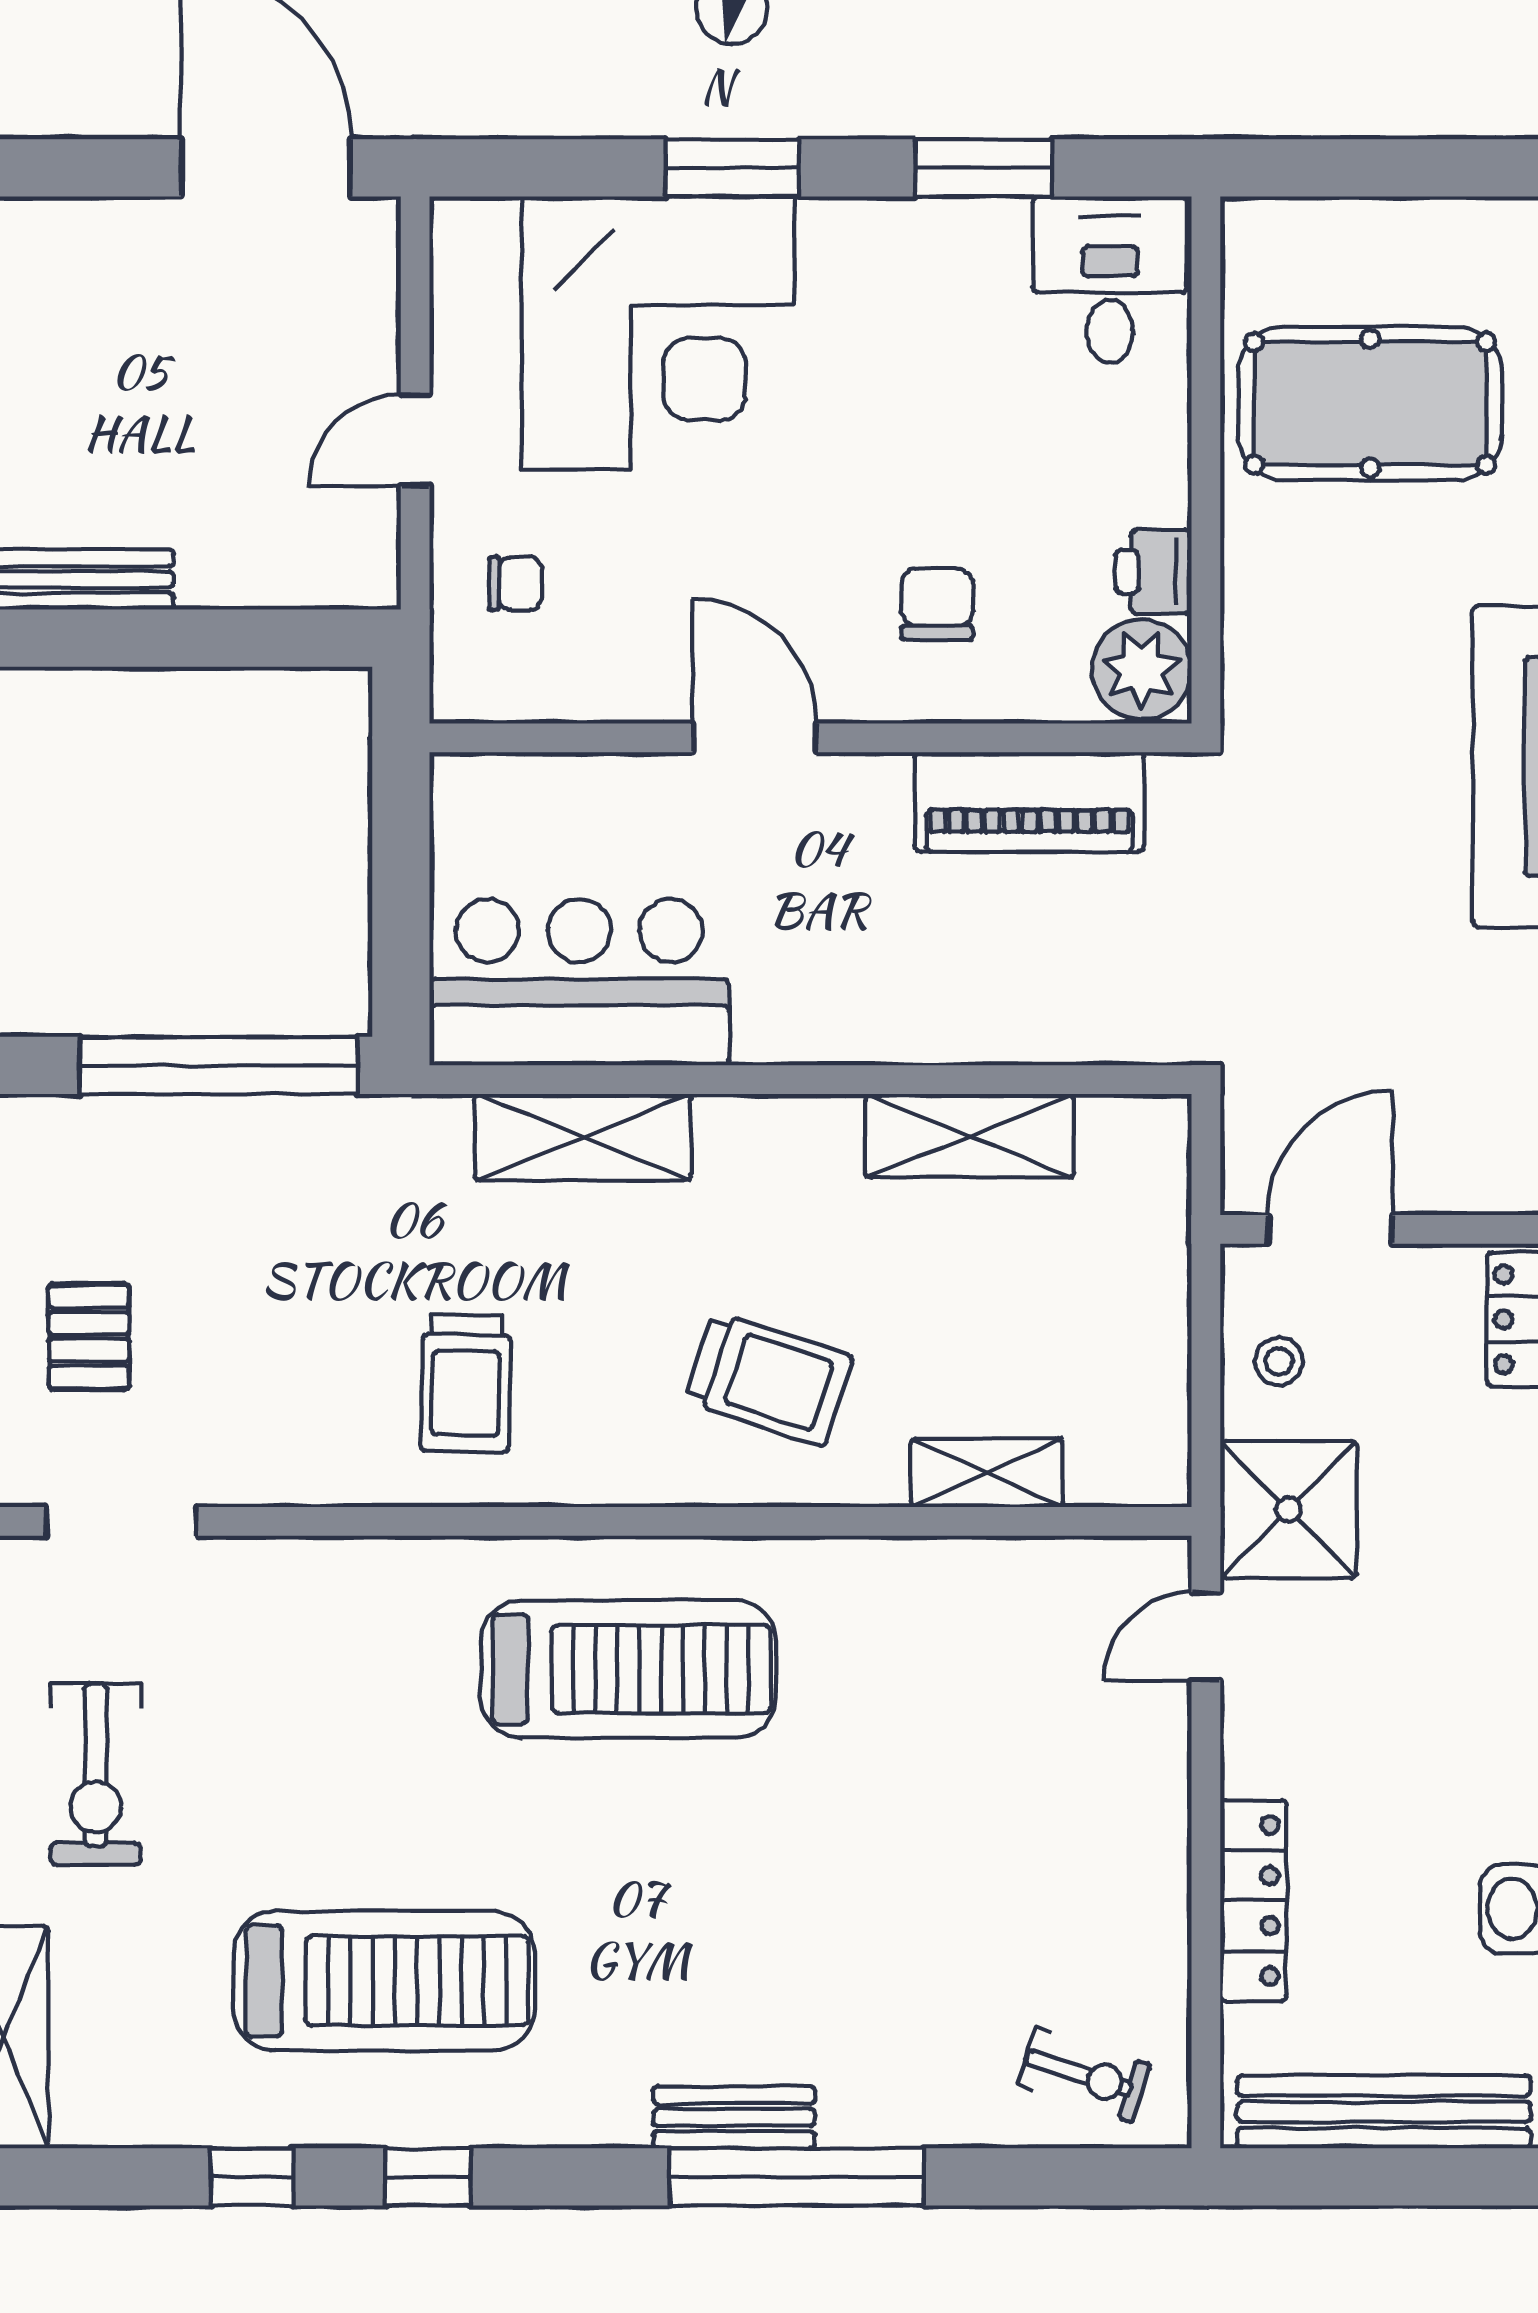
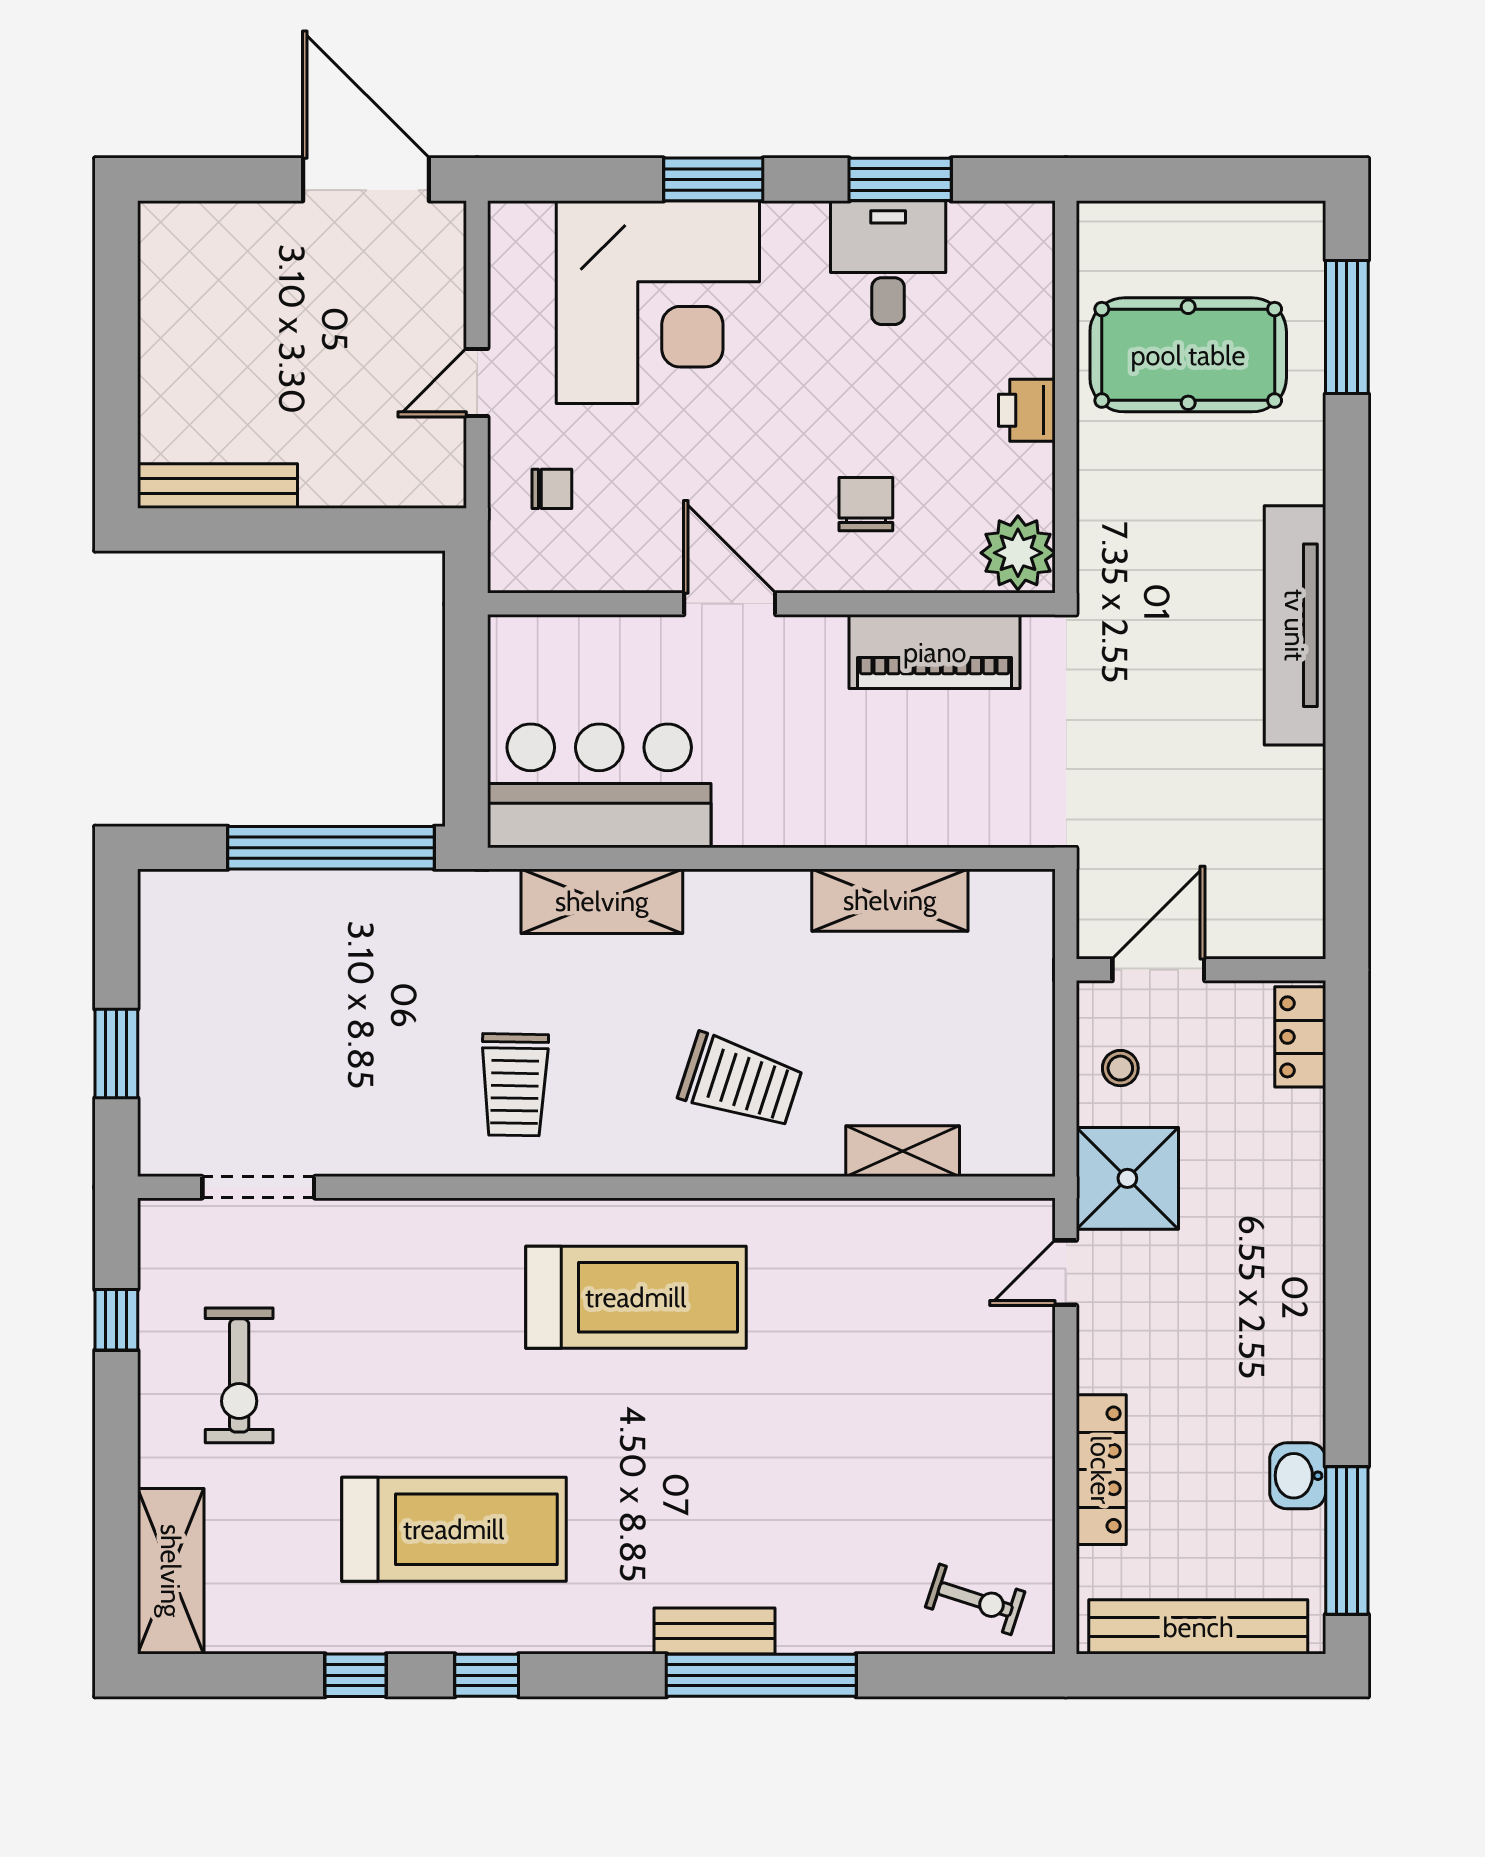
desk: (1110, 280) -> (888, 263), moved
printer: (1153, 572) -> (1027, 410), moved
pallet: (89, 1337) -> (234, 1050), removed

